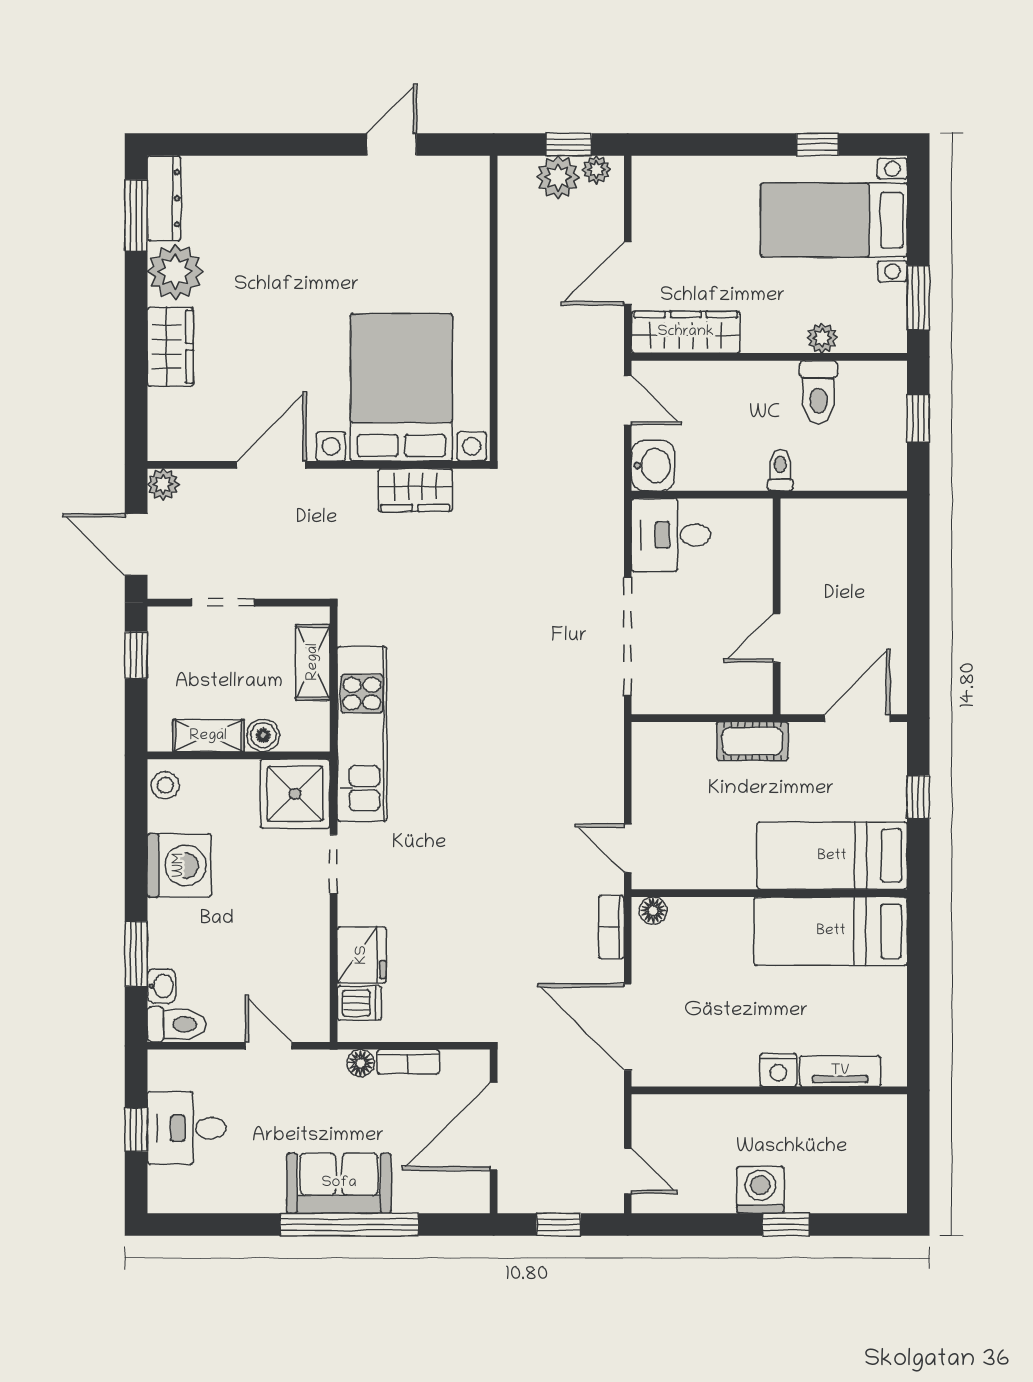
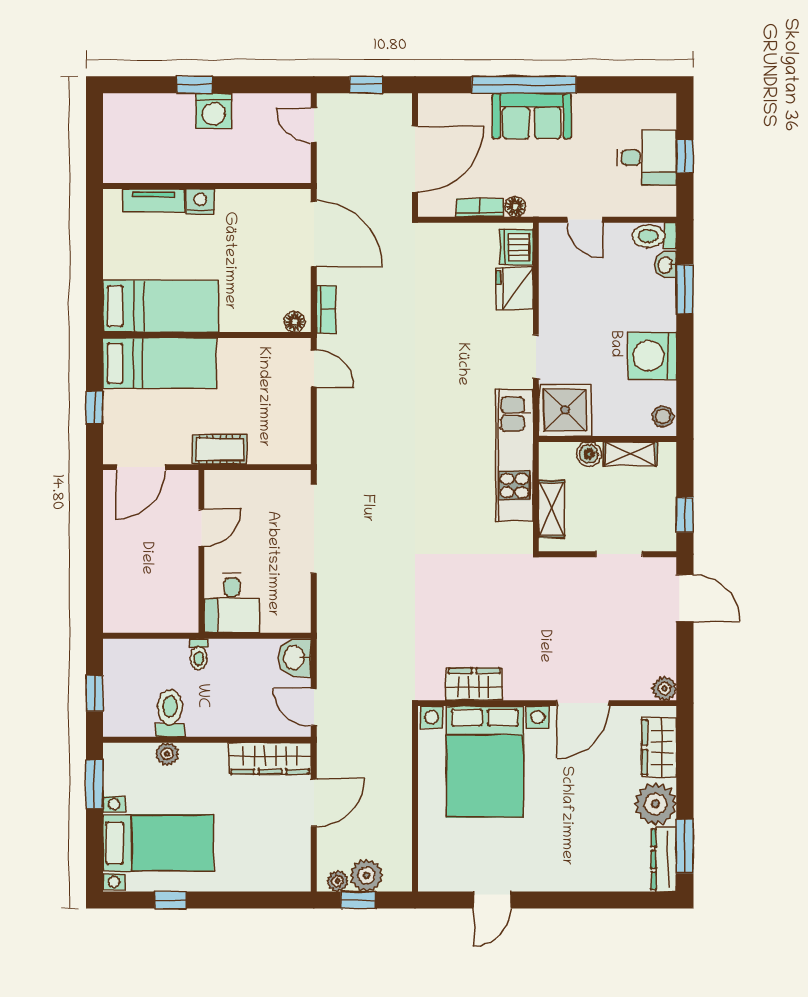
bed with nightstands: (401, 387) -> (485, 762), moved
door: (271, 465) -> (583, 703), moved
wall: (319, 465) -> (547, 703), moved
plant: (163, 484) -> (664, 688), moved
wardrobe: (415, 490) -> (474, 684), moved
desk: (671, 535) -> (232, 603), moved, turned 90
dishwasher: (359, 1003) -> (516, 247), width x1.38

